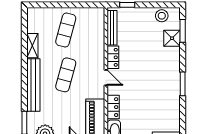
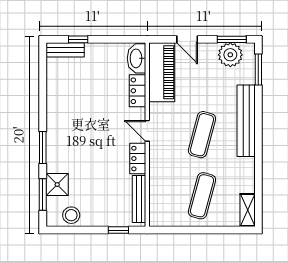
shelving: (32, 46) -> (248, 210), moved
window: (183, 84) -> (43, 147), moved

